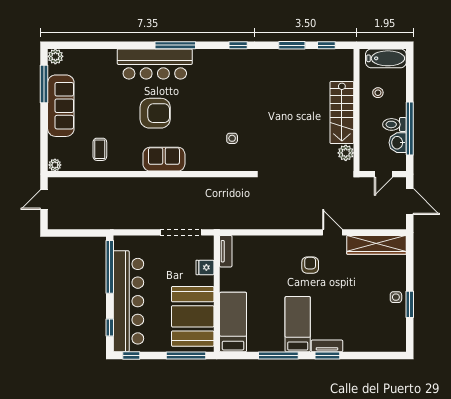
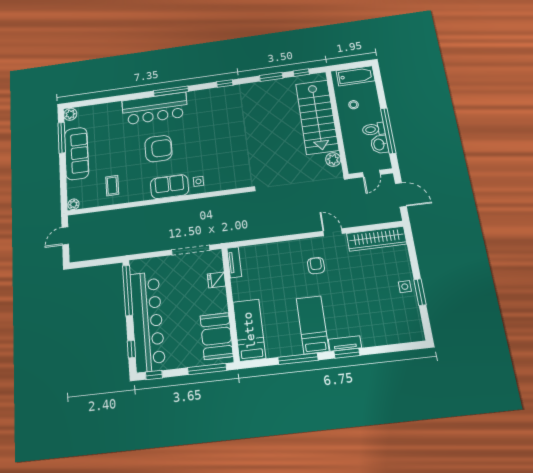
stairs: (342, 113) -> (317, 117), width x1.36, depth x1.51
side table: (232, 138) -> (198, 181), moved
booth: (193, 316) -> (217, 336), width x0.73, depth x0.70

